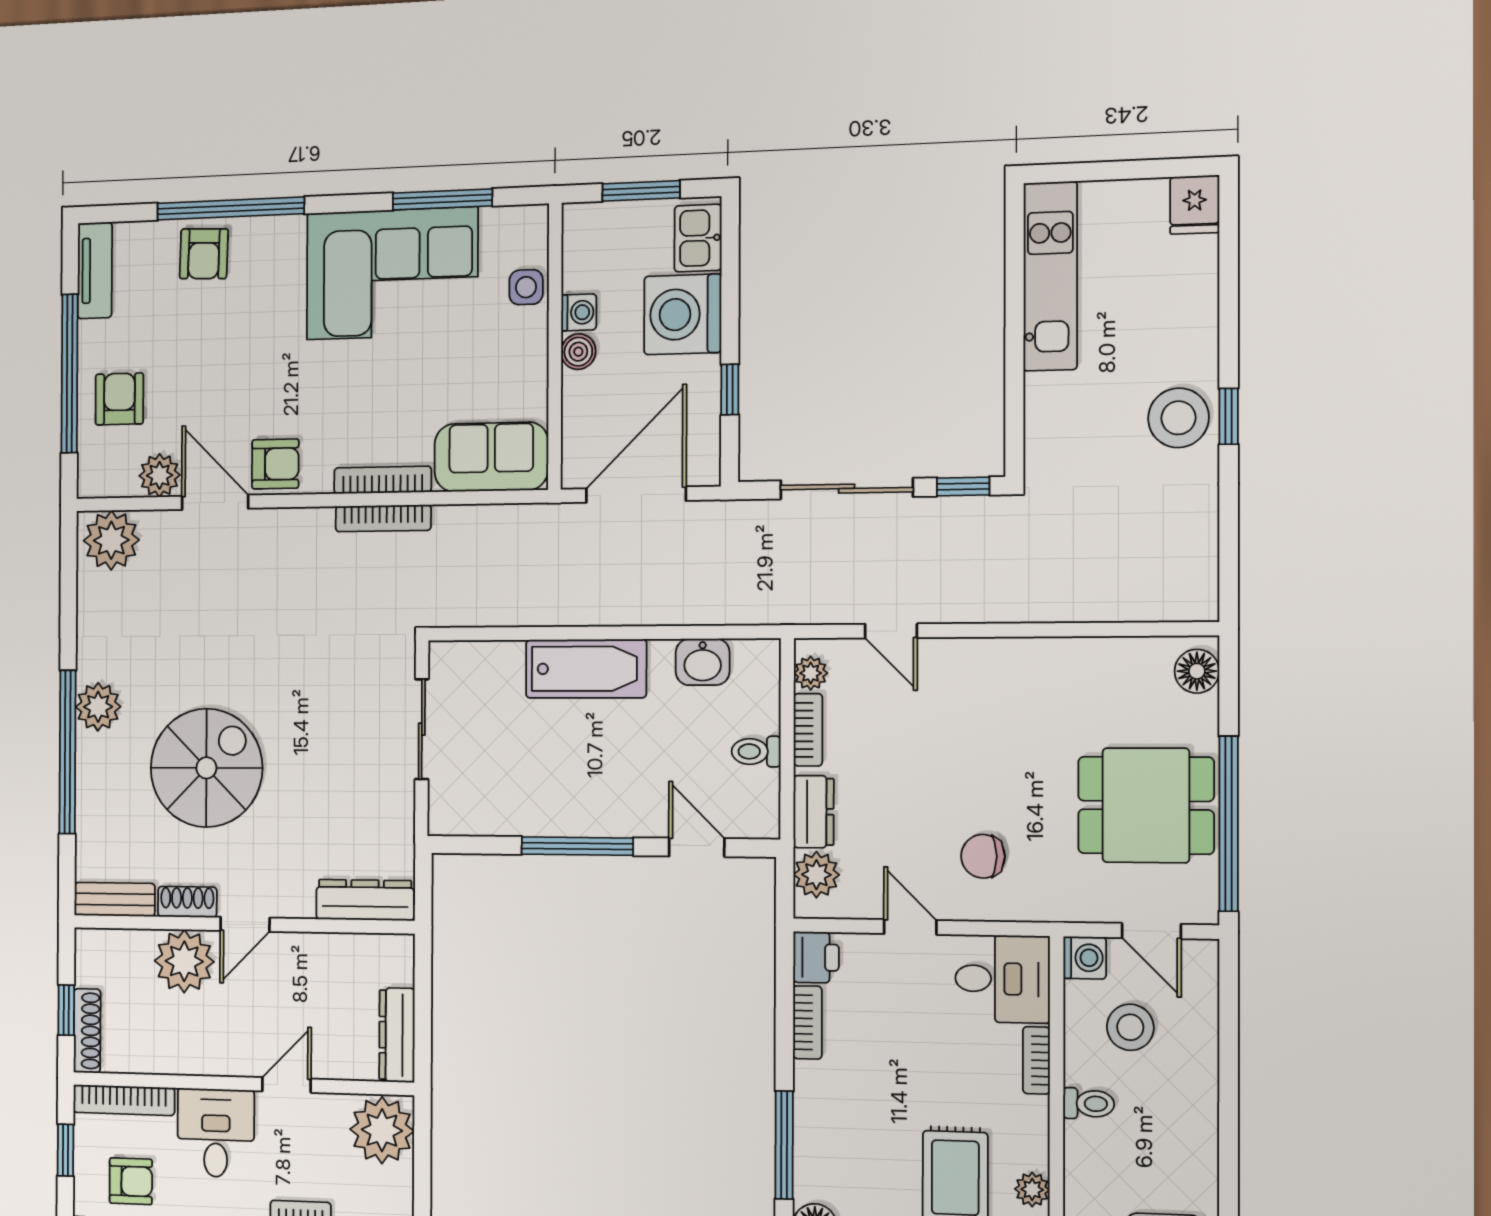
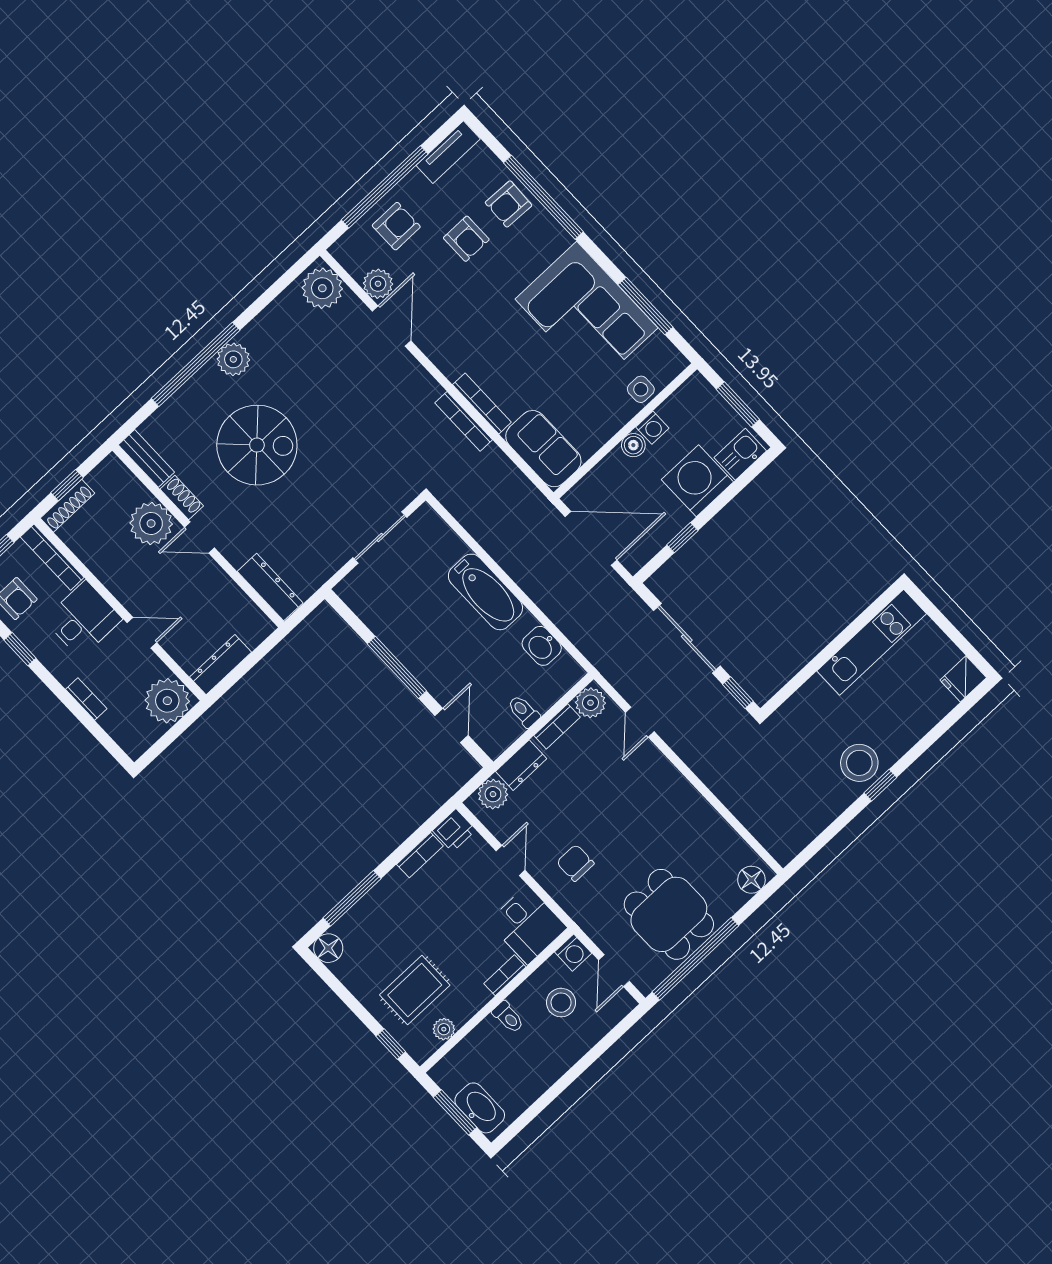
armchair: (275, 464) -> (466, 239), moved
plant: (811, 673) -> (590, 703), width x1.38, depth x1.38

